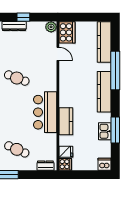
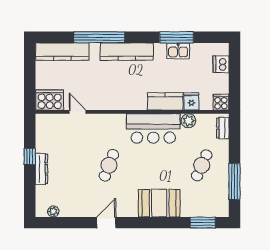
plant: (51, 27) -> (188, 121), moved
door: (58, 54) -> (78, 112), hinge flipped
fridge: (66, 152) -> (191, 101), moved
dishwasher: (104, 164) -> (221, 64), moved

